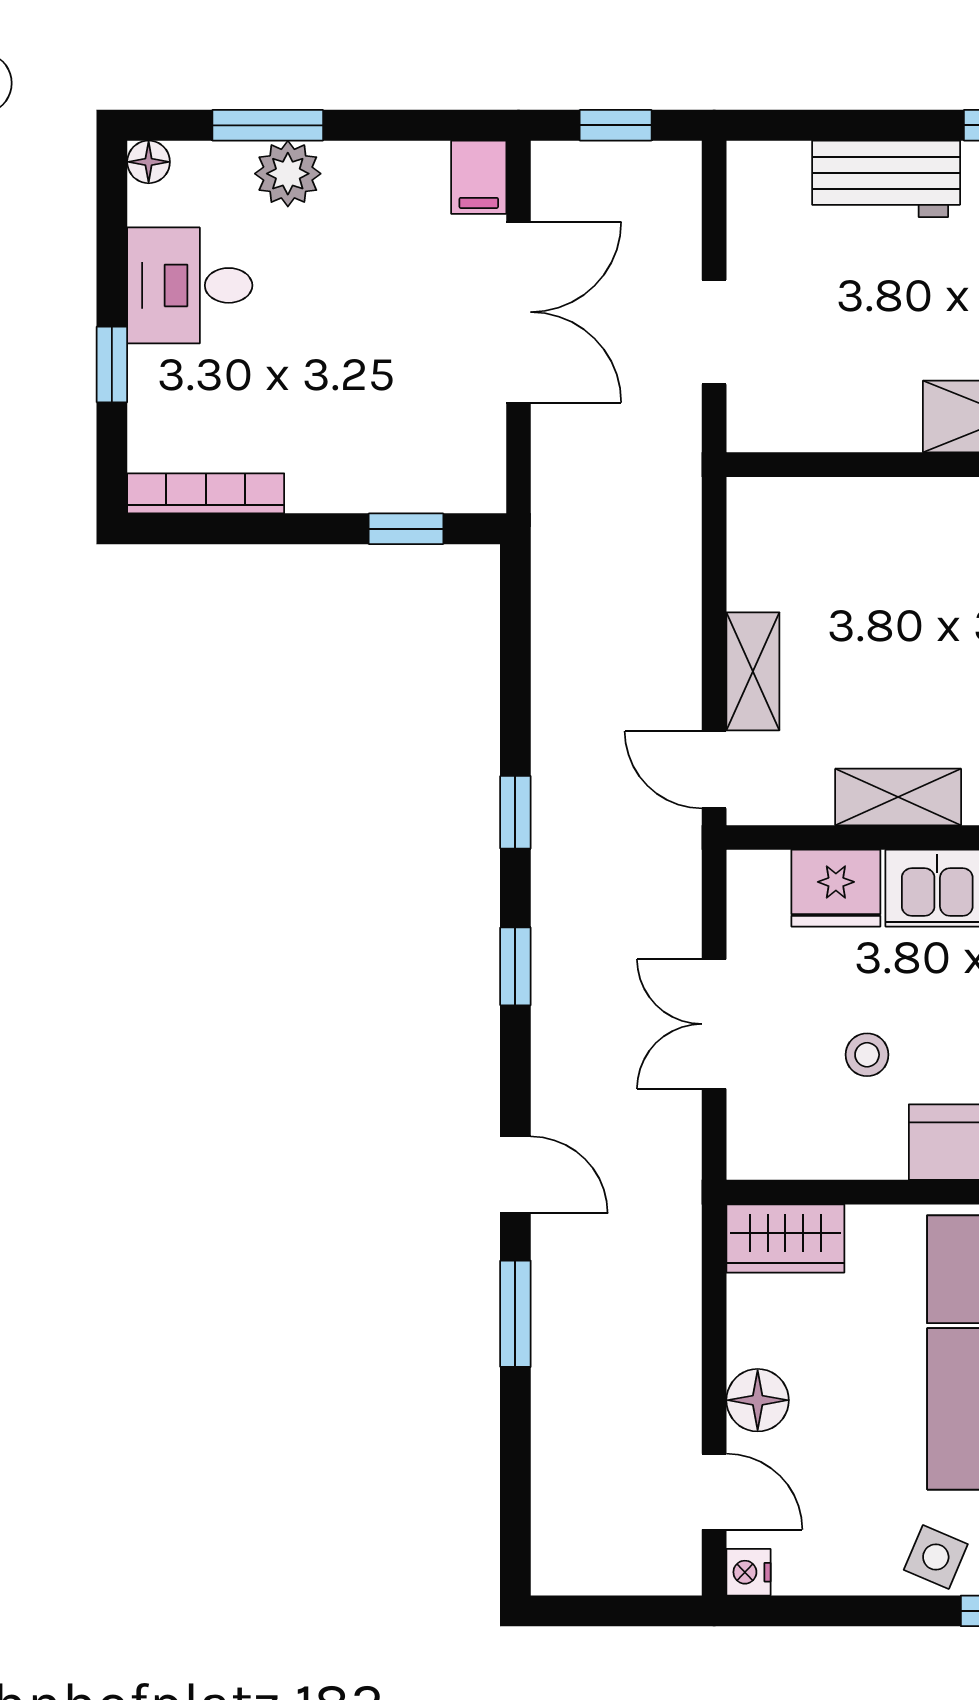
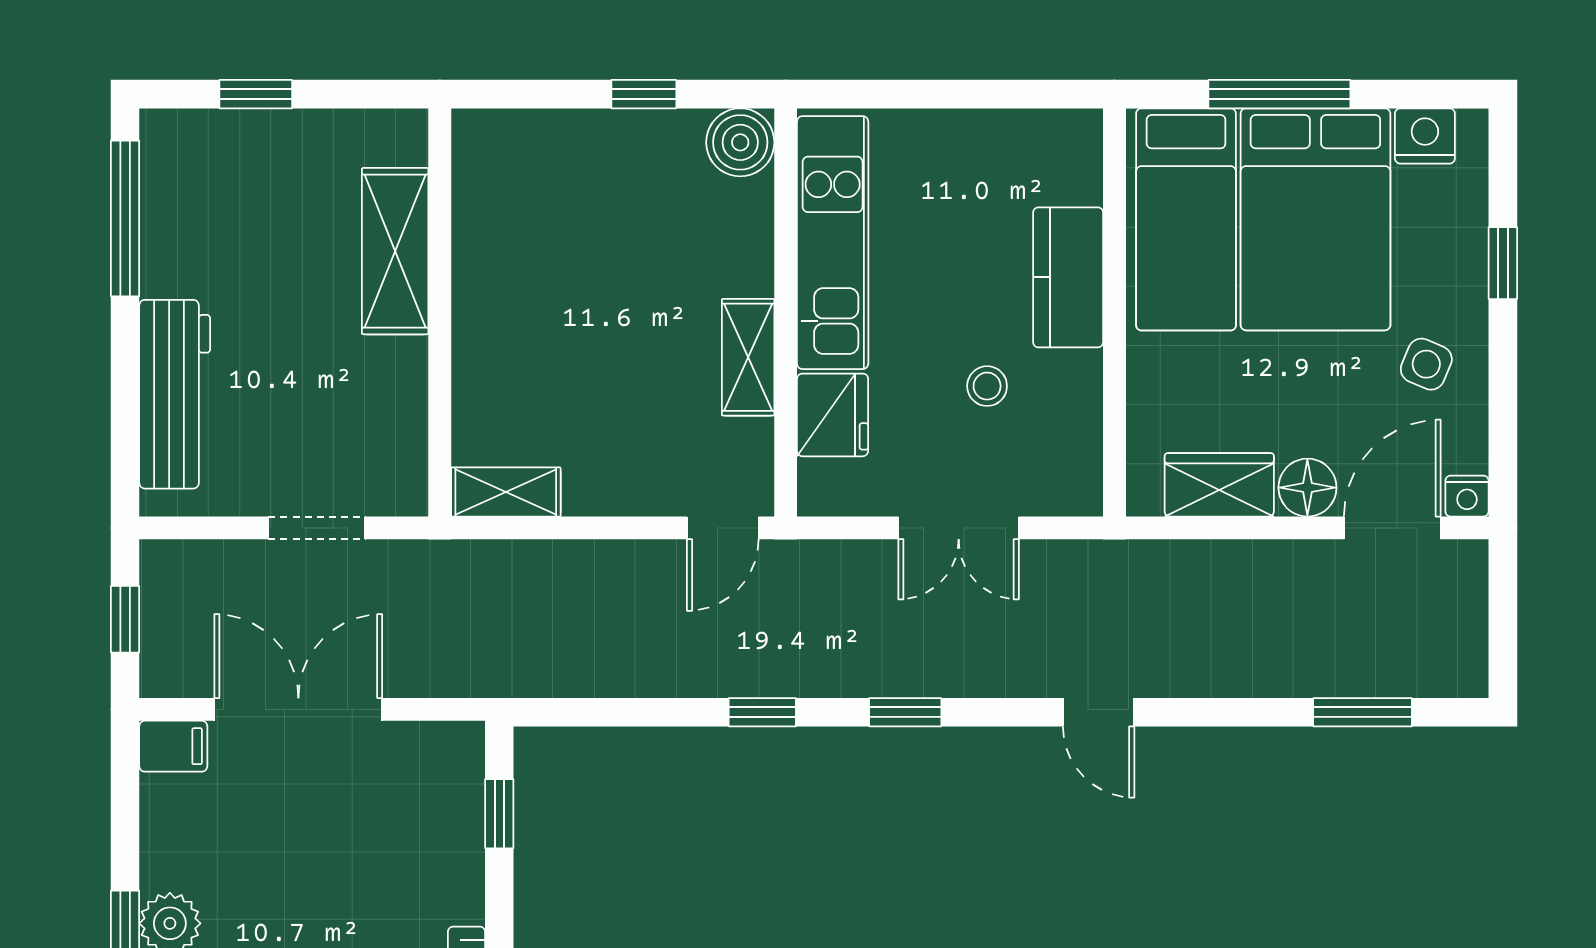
workbench: (886, 179) -> (175, 394), width x1.37
shelving: (753, 671) -> (506, 492), moved
door: (515, 1175) -> (1099, 712), swing flipped
wardrobe: (785, 1239) -> (1219, 485), moved, turned -90
window: (515, 1314) -> (1363, 712), moved
door: (714, 1492) -> (1392, 528), width x1.38
side table: (936, 1557) -> (1426, 364), moved

